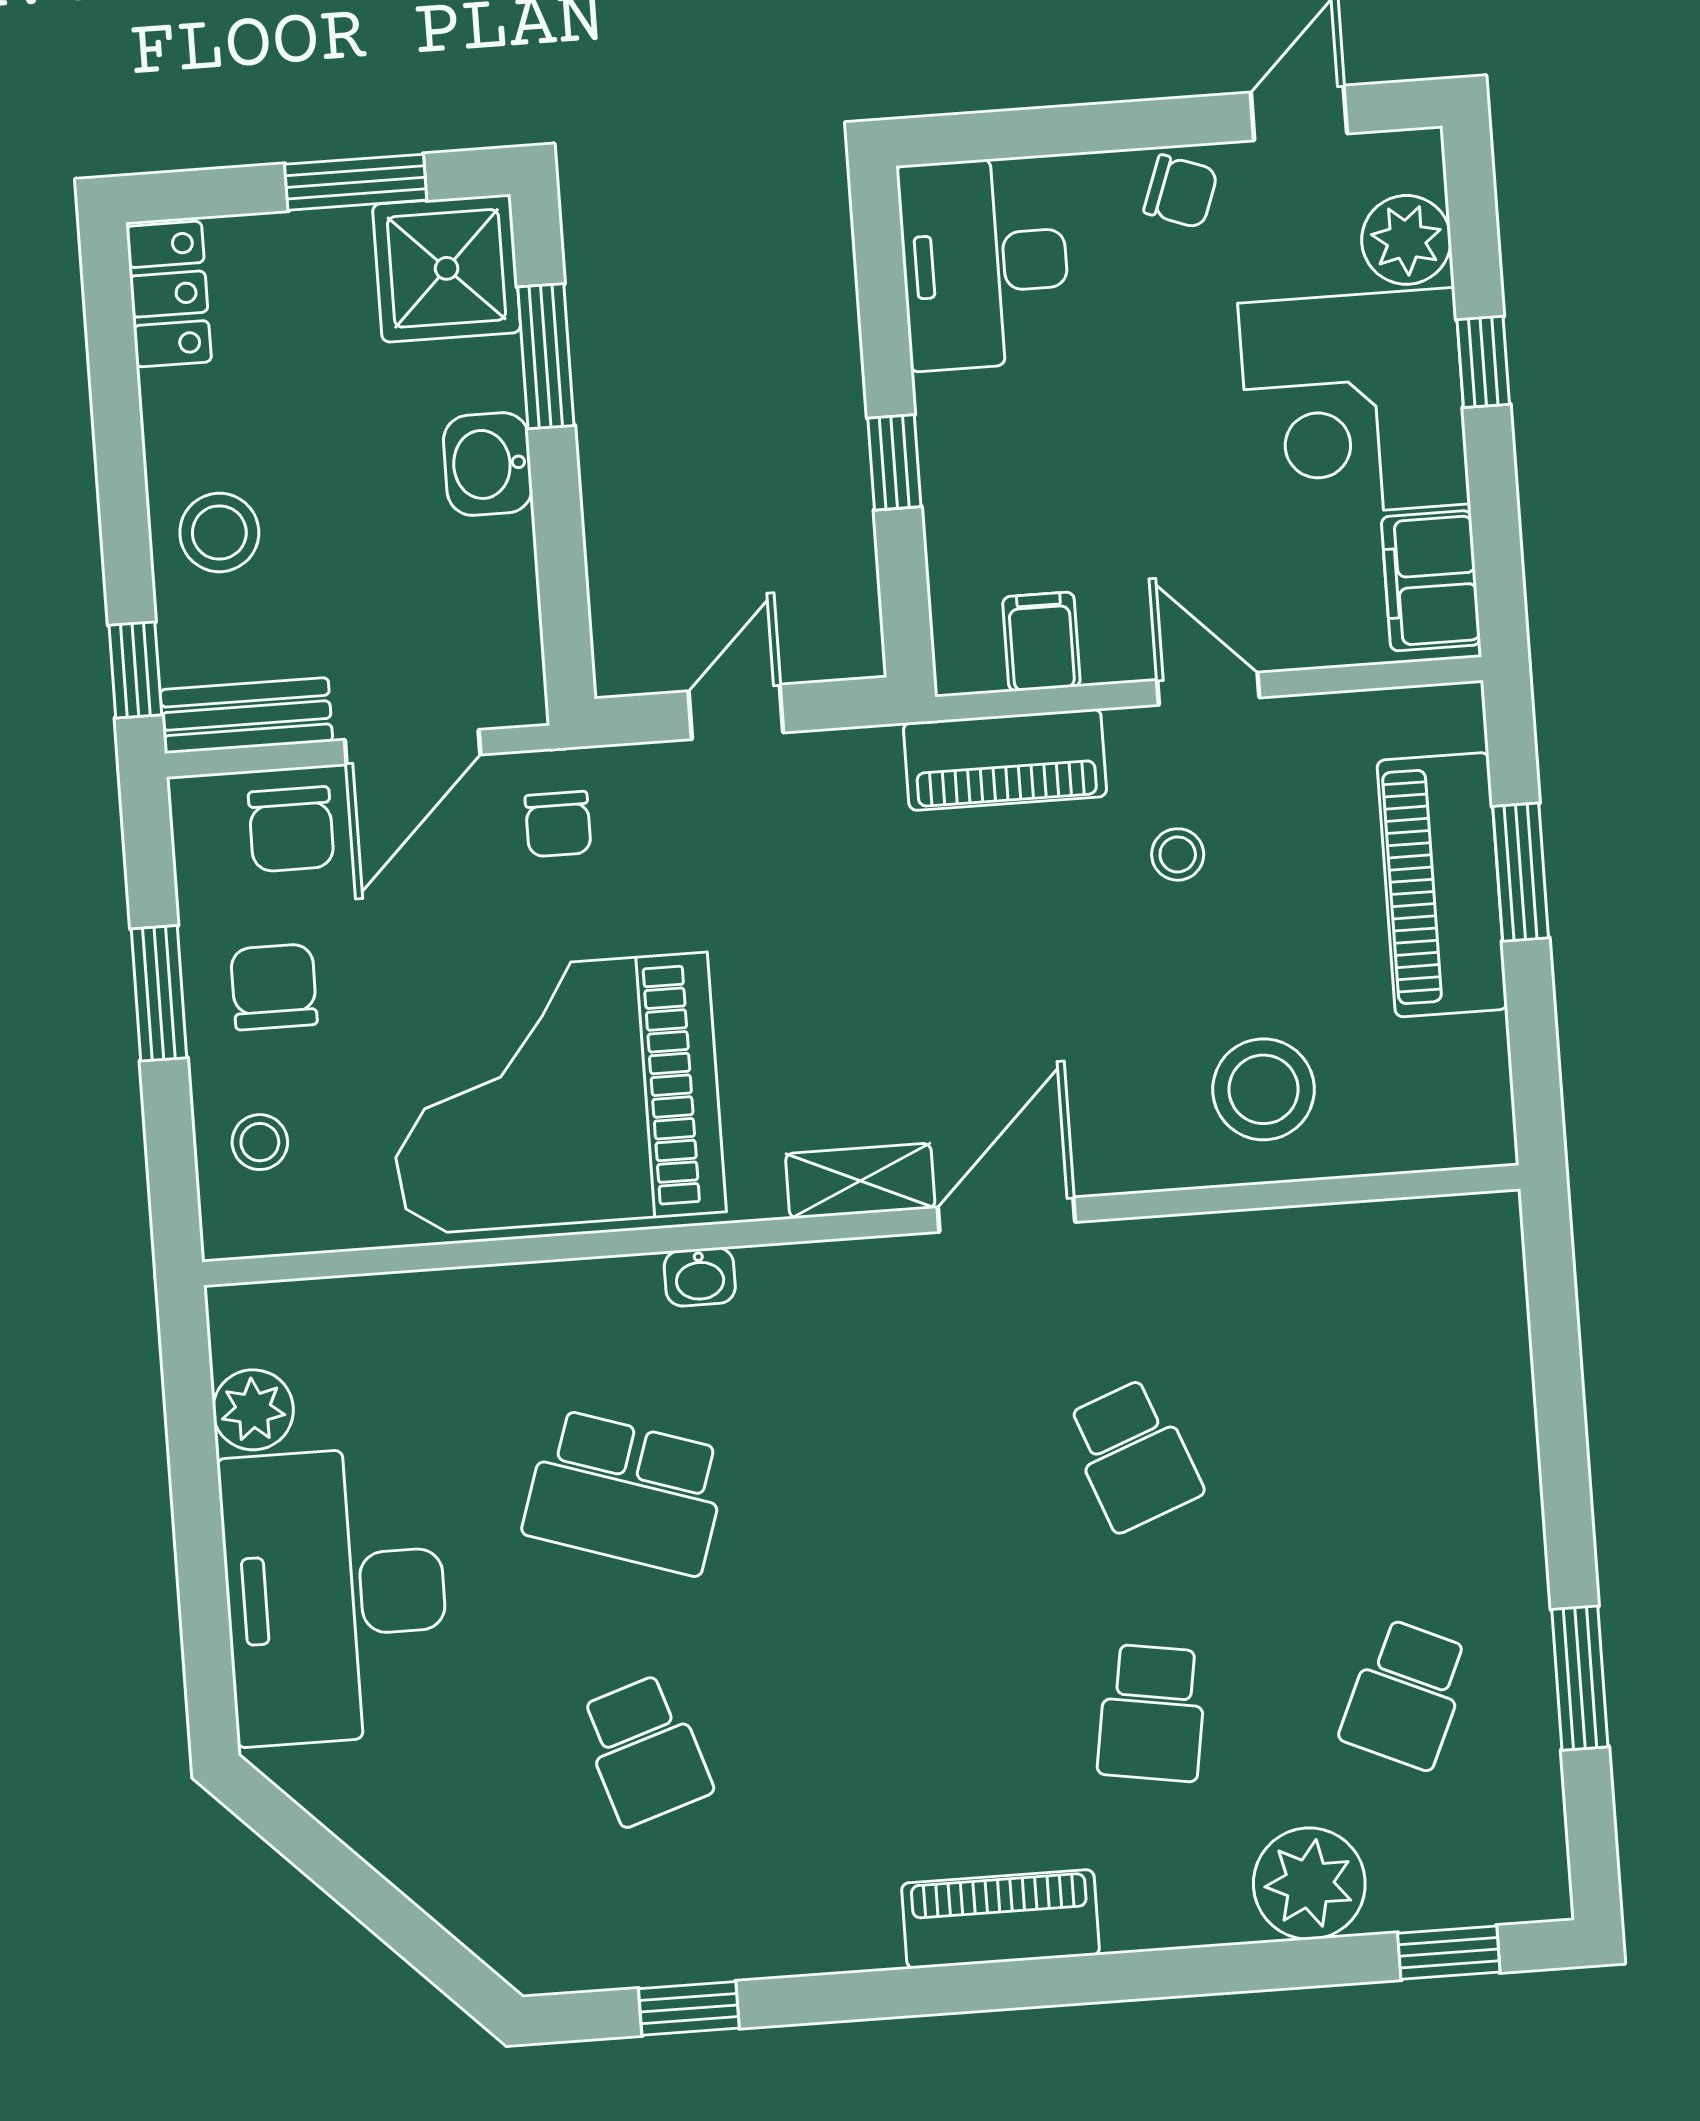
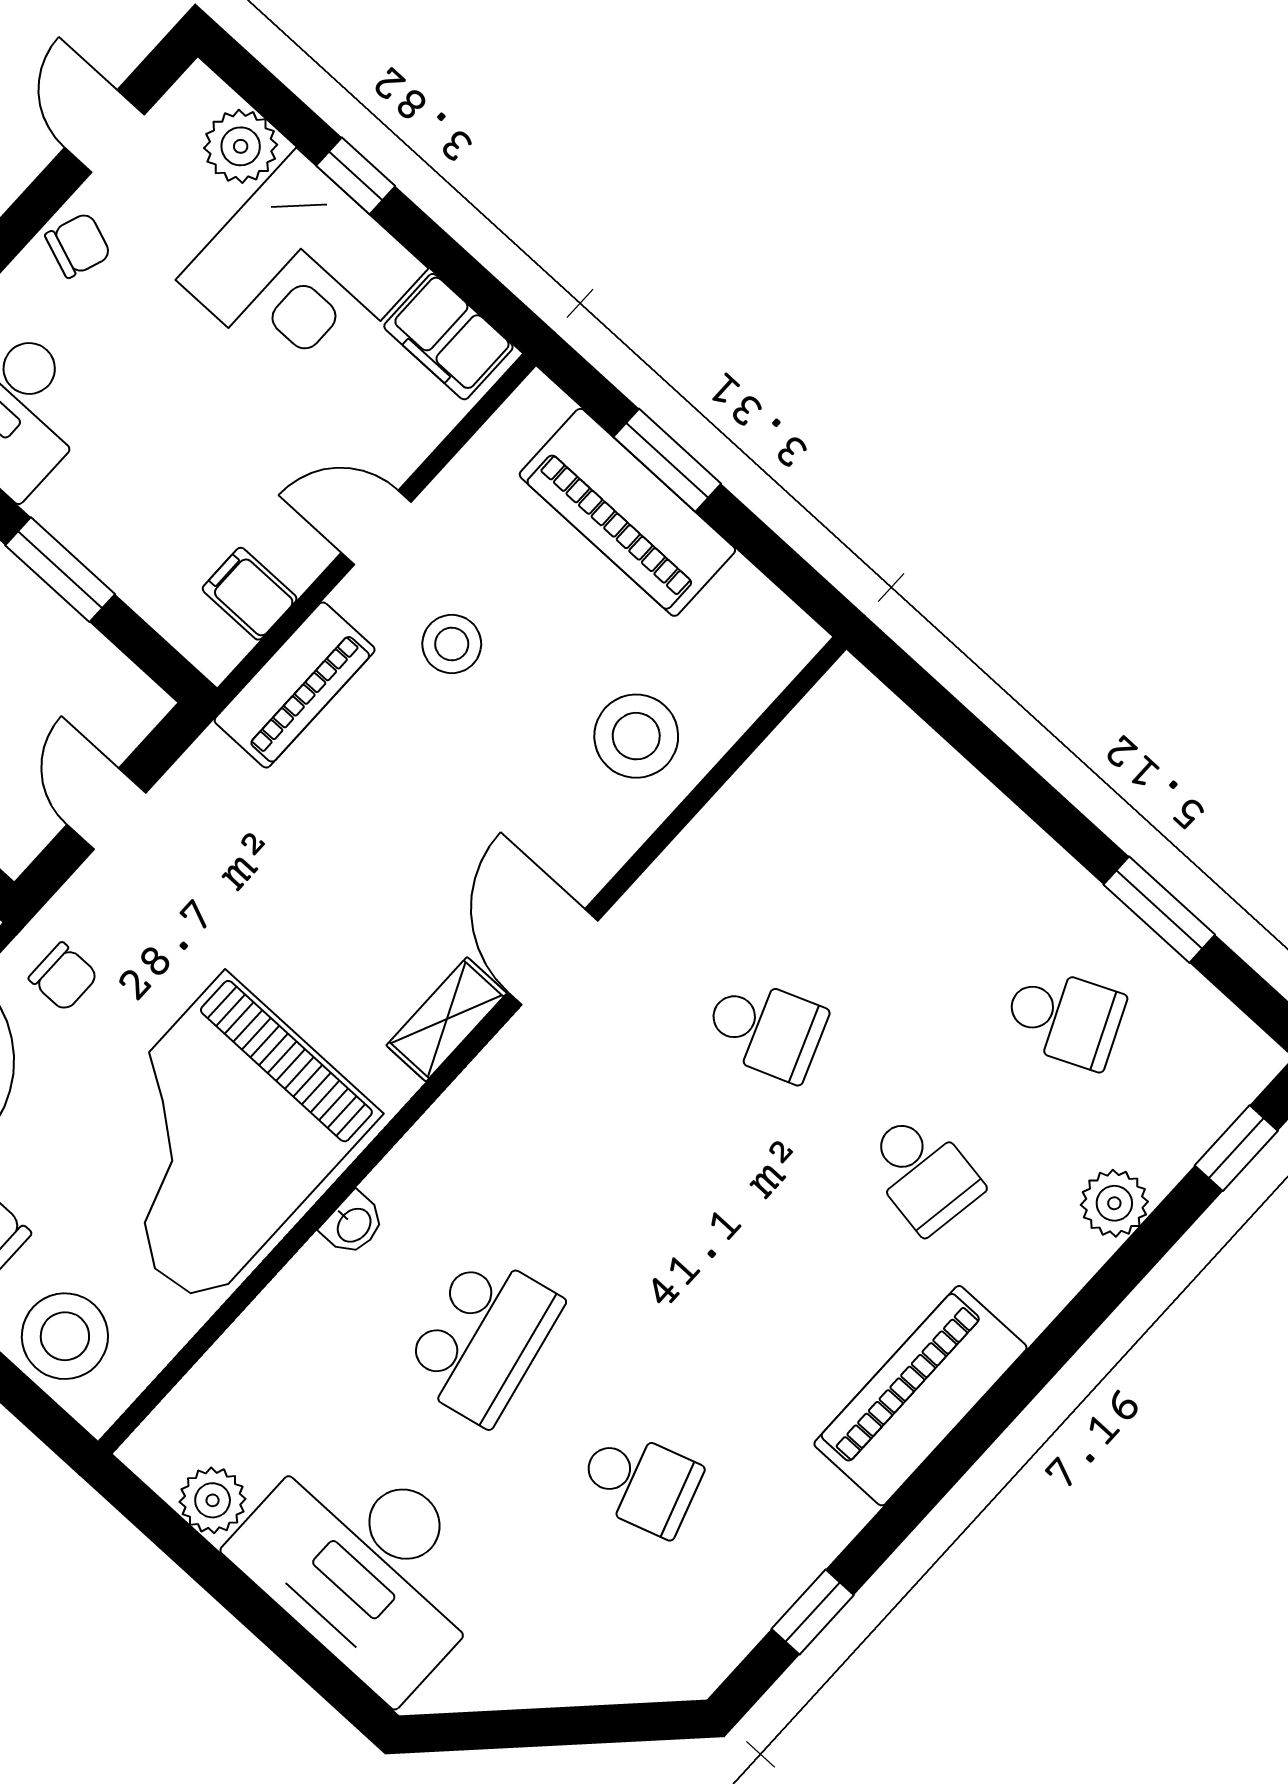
window: (894, 462) -> (60, 570), width x1.50
stool: (1178, 854) -> (452, 644), width x1.37, depth x1.37
stool: (260, 1142) -> (65, 1336), width x1.89, depth x1.89
washbasin: (700, 1277) -> (353, 1224), moved
school desk: (626, 1492) -> (483, 1339), turned -30
school desk: (1406, 1694) -> (1064, 1018), turned -48
plant: (1309, 1884) -> (1114, 1203), width x0.73, depth x0.73
piano: (1000, 1919) -> (920, 1396), width x1.37, depth x1.33

